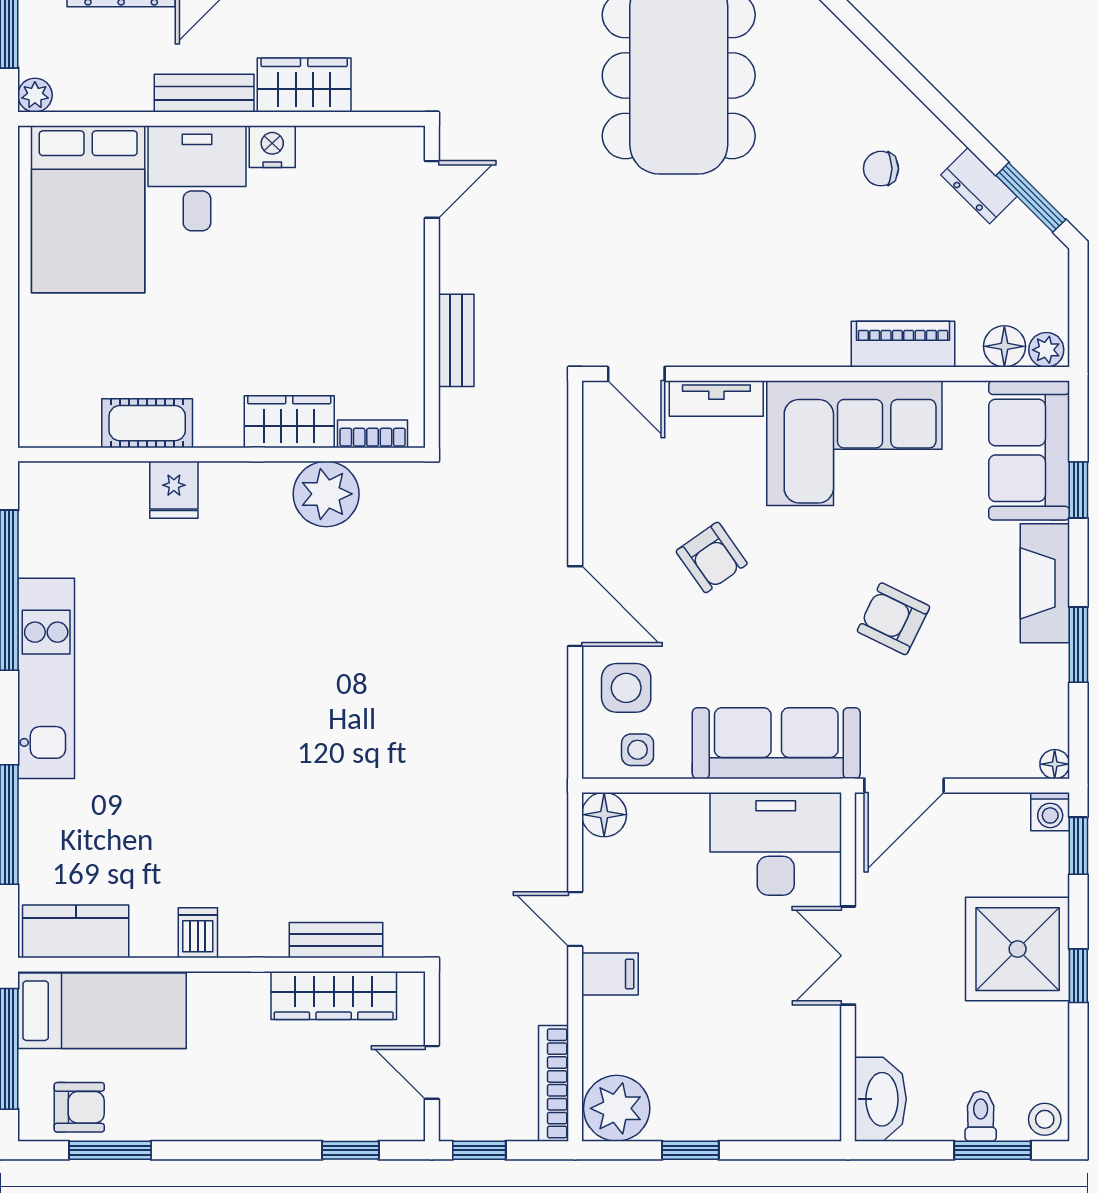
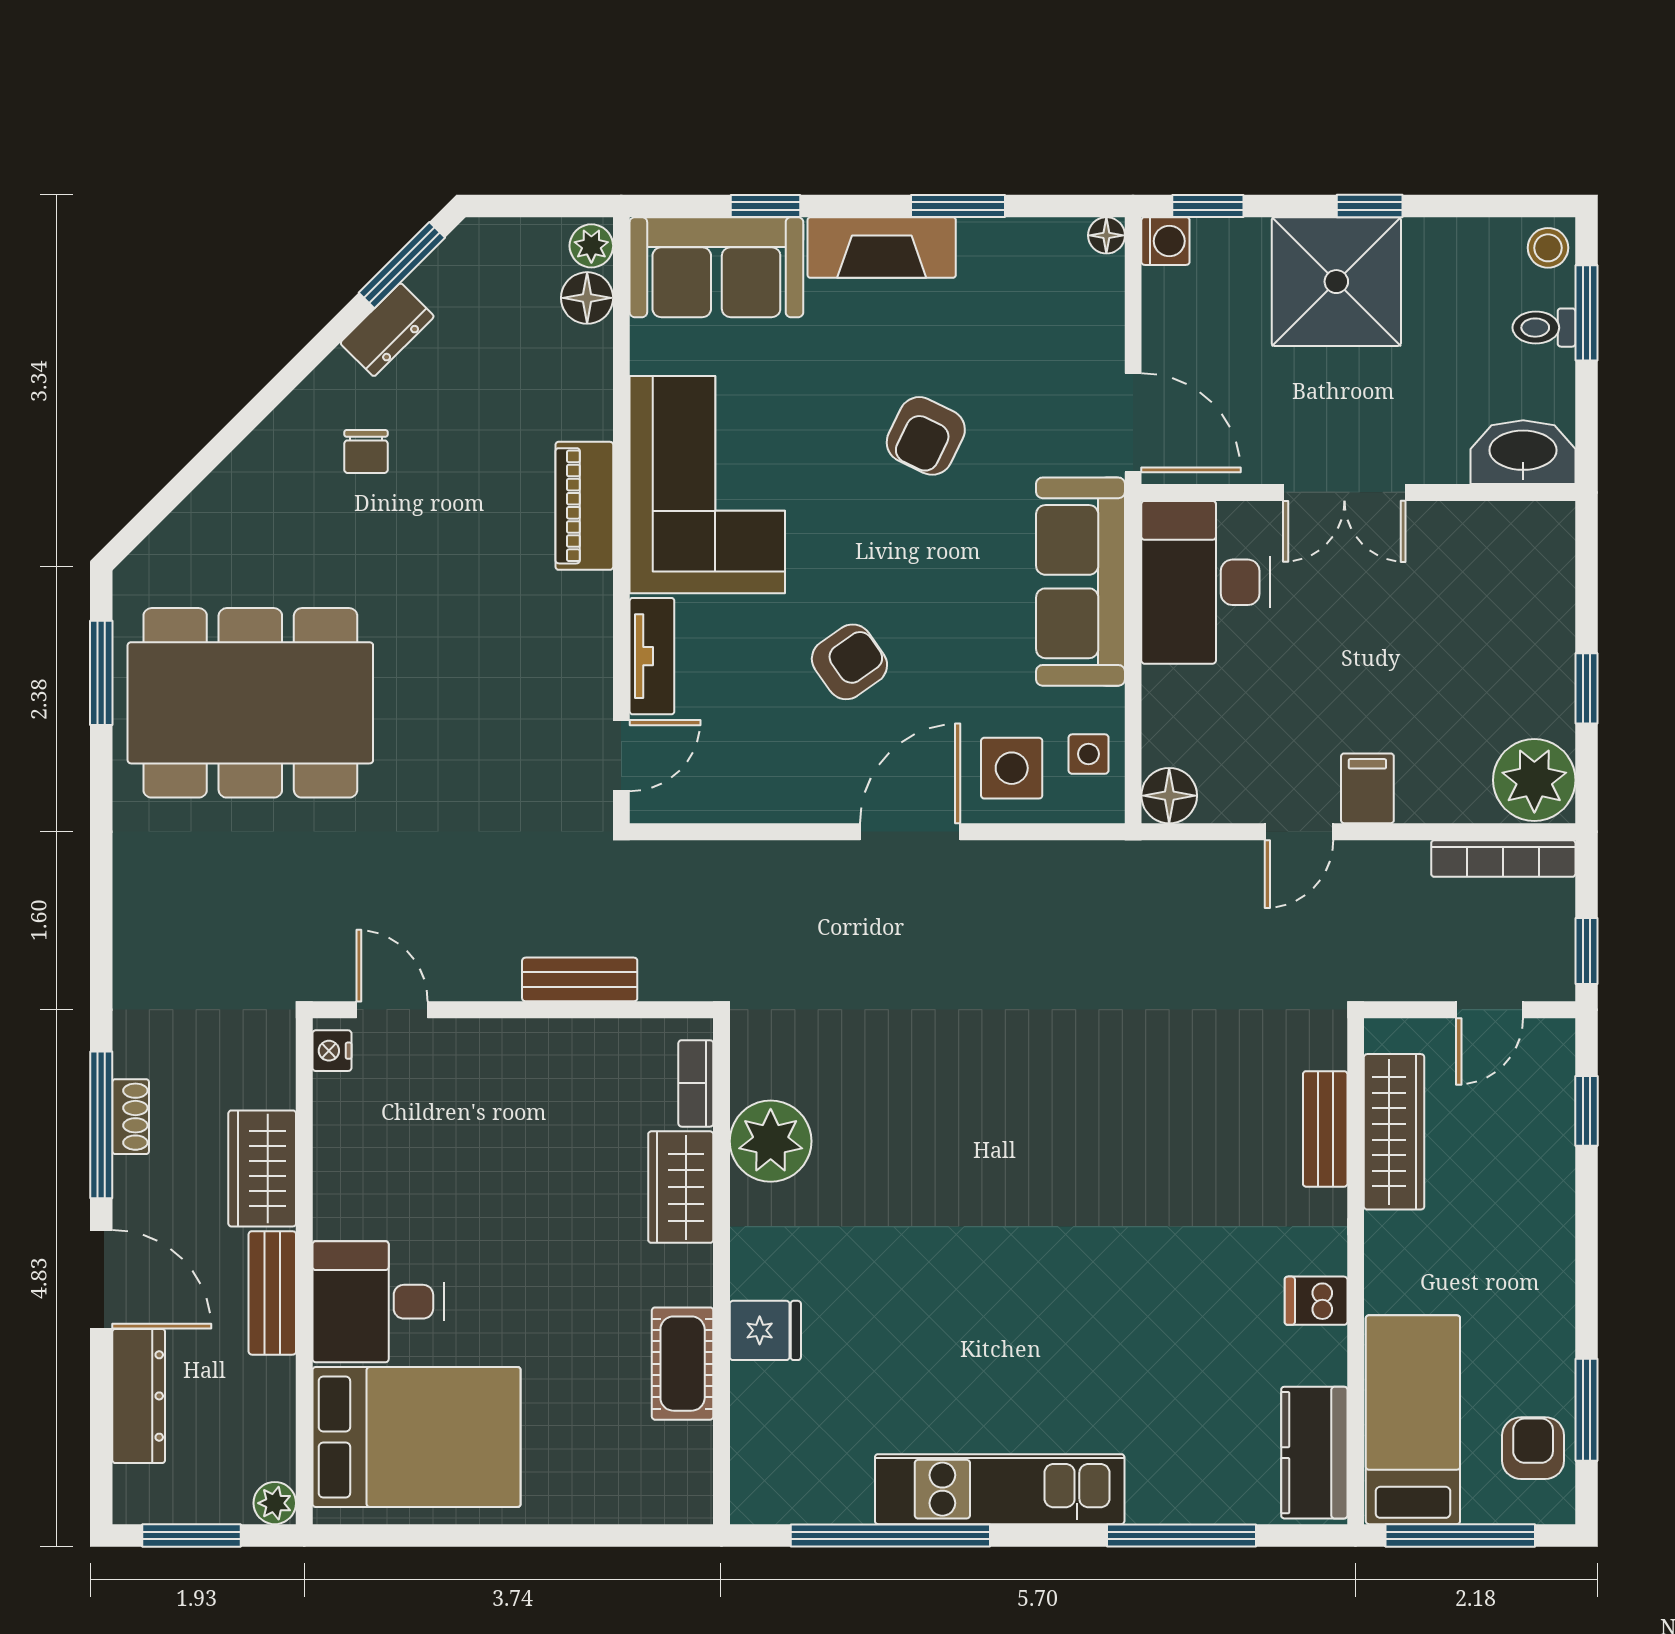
nightstand: (272, 147) -> (332, 1051), moved, width x0.72, depth x0.74
piano: (903, 344) -> (584, 506), moved

